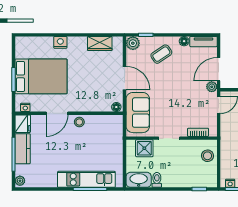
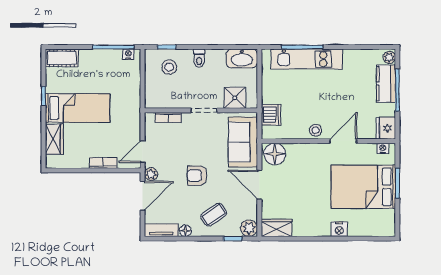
wardrobe: (100, 43) -> (276, 228), moved
armchair: (175, 86) -> (197, 176), added
floor lamp: (116, 107) -> (275, 154), width x1.89, depth x1.89
dishwasher: (115, 134) -> (271, 115), added
kitchen counter: (23, 149) -> (386, 84), moved
stool: (207, 156) -> (169, 67), moved
toilet: (157, 180) -> (199, 58), moved

